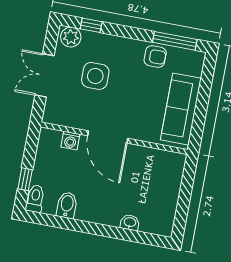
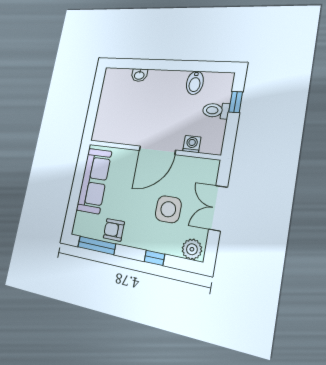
window: (91, 25) -> (154, 258), moved
double door: (45, 75) -> (218, 208), swing flipped
door: (108, 137) -> (157, 150), swing flipped
toilet: (35, 199) -> (216, 110), moved, turned 90

